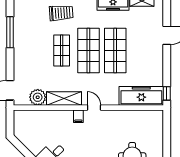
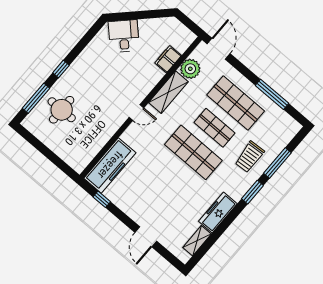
shop shelf: (115, 51) -> (236, 103), moved
window: (167, 93) -> (102, 199), moved
filing cabinet: (78, 116) -> (168, 59), moved, width x2.00

